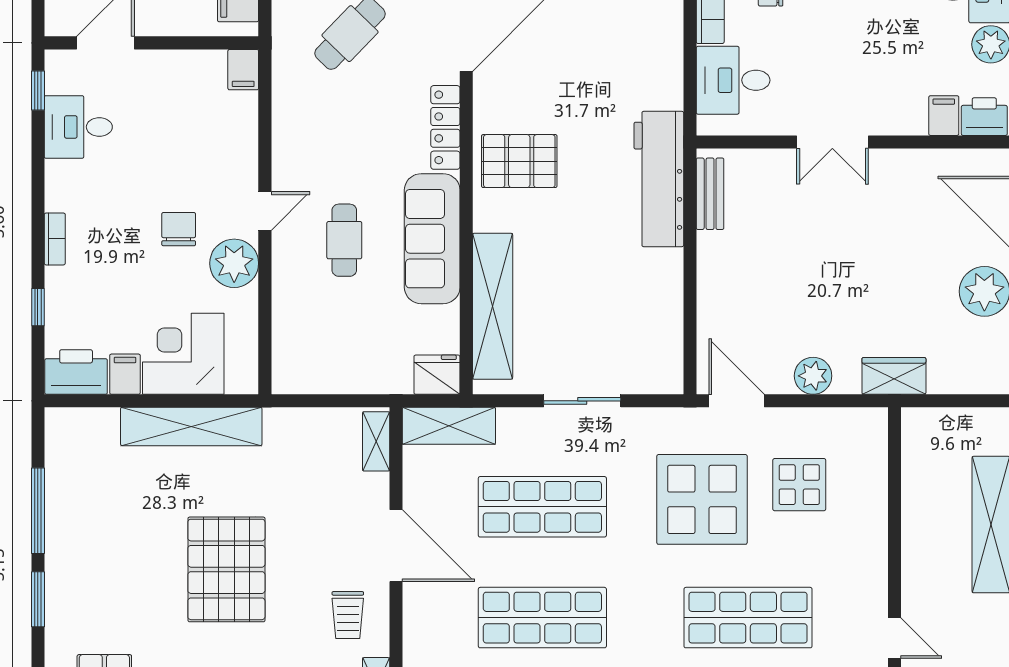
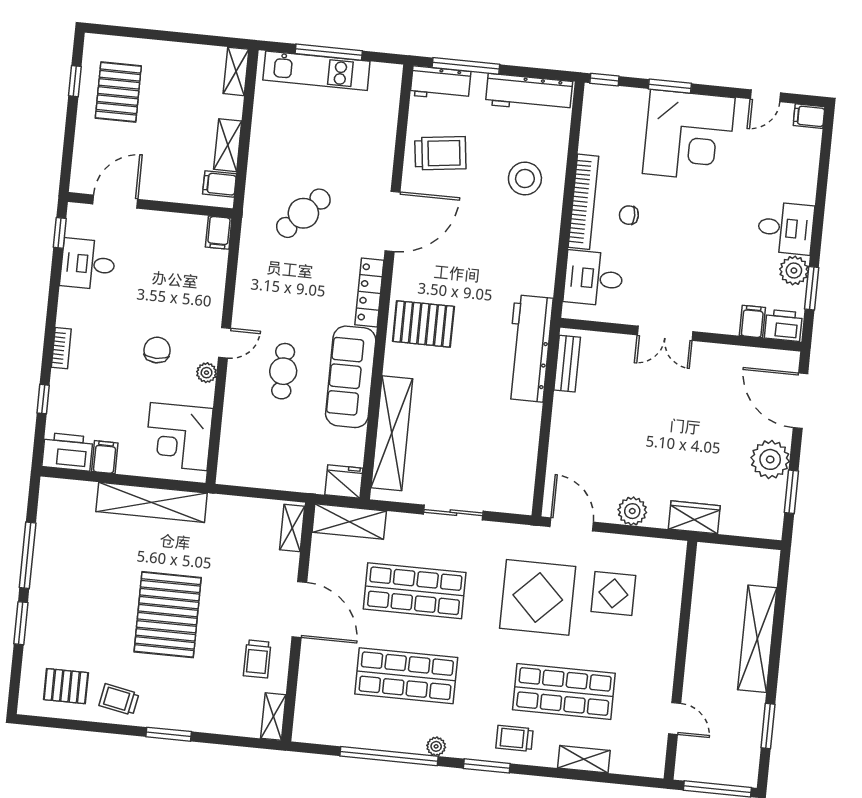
plant: (234, 263) -> (207, 373), width x0.53, depth x0.53
corner desk: (183, 354) -> (179, 437), moved, turned -90

